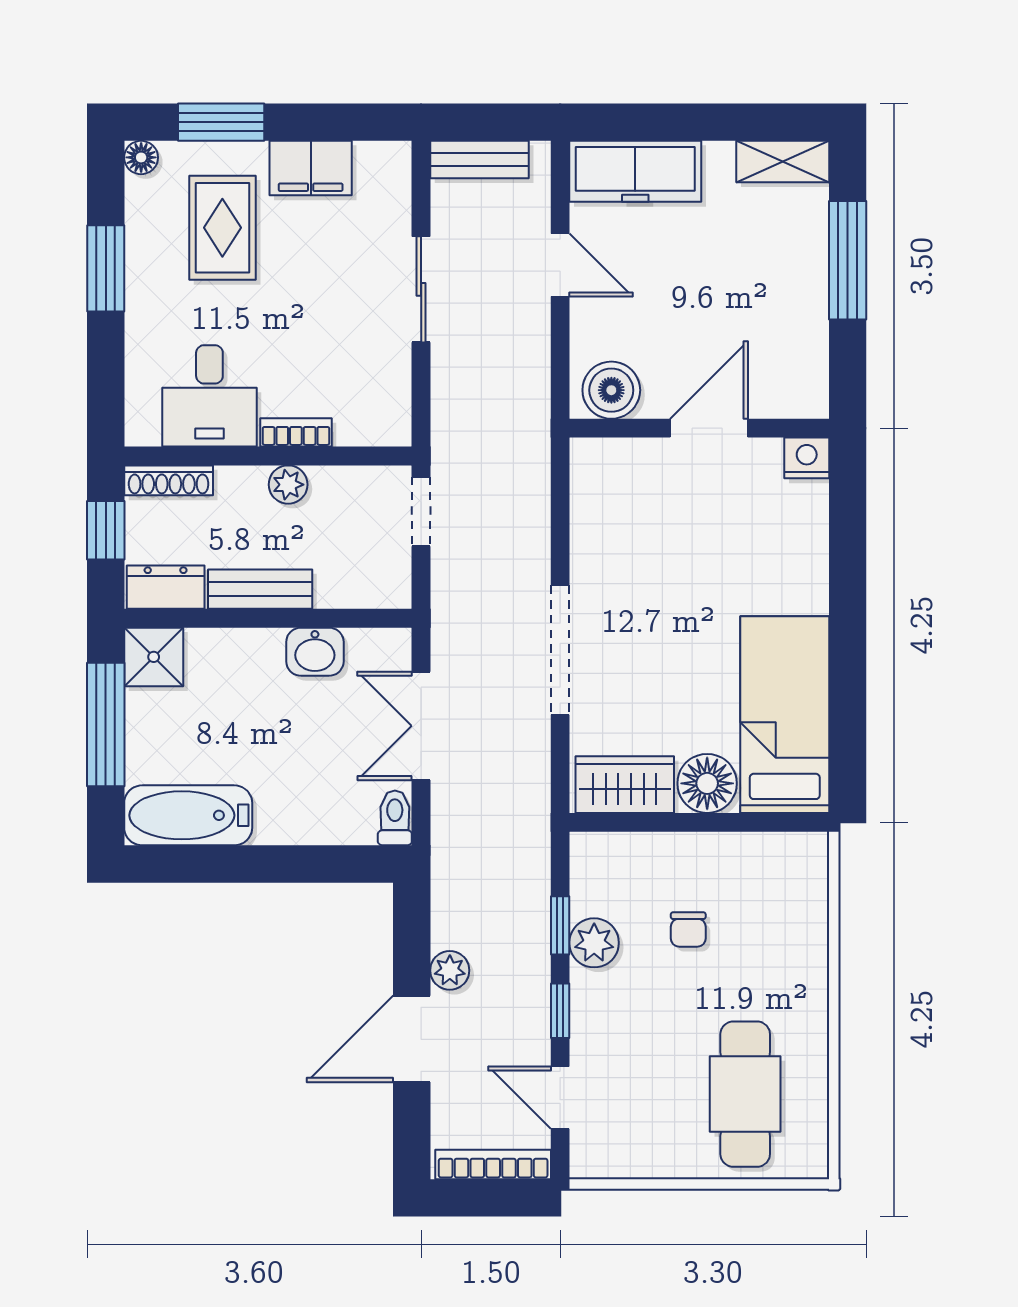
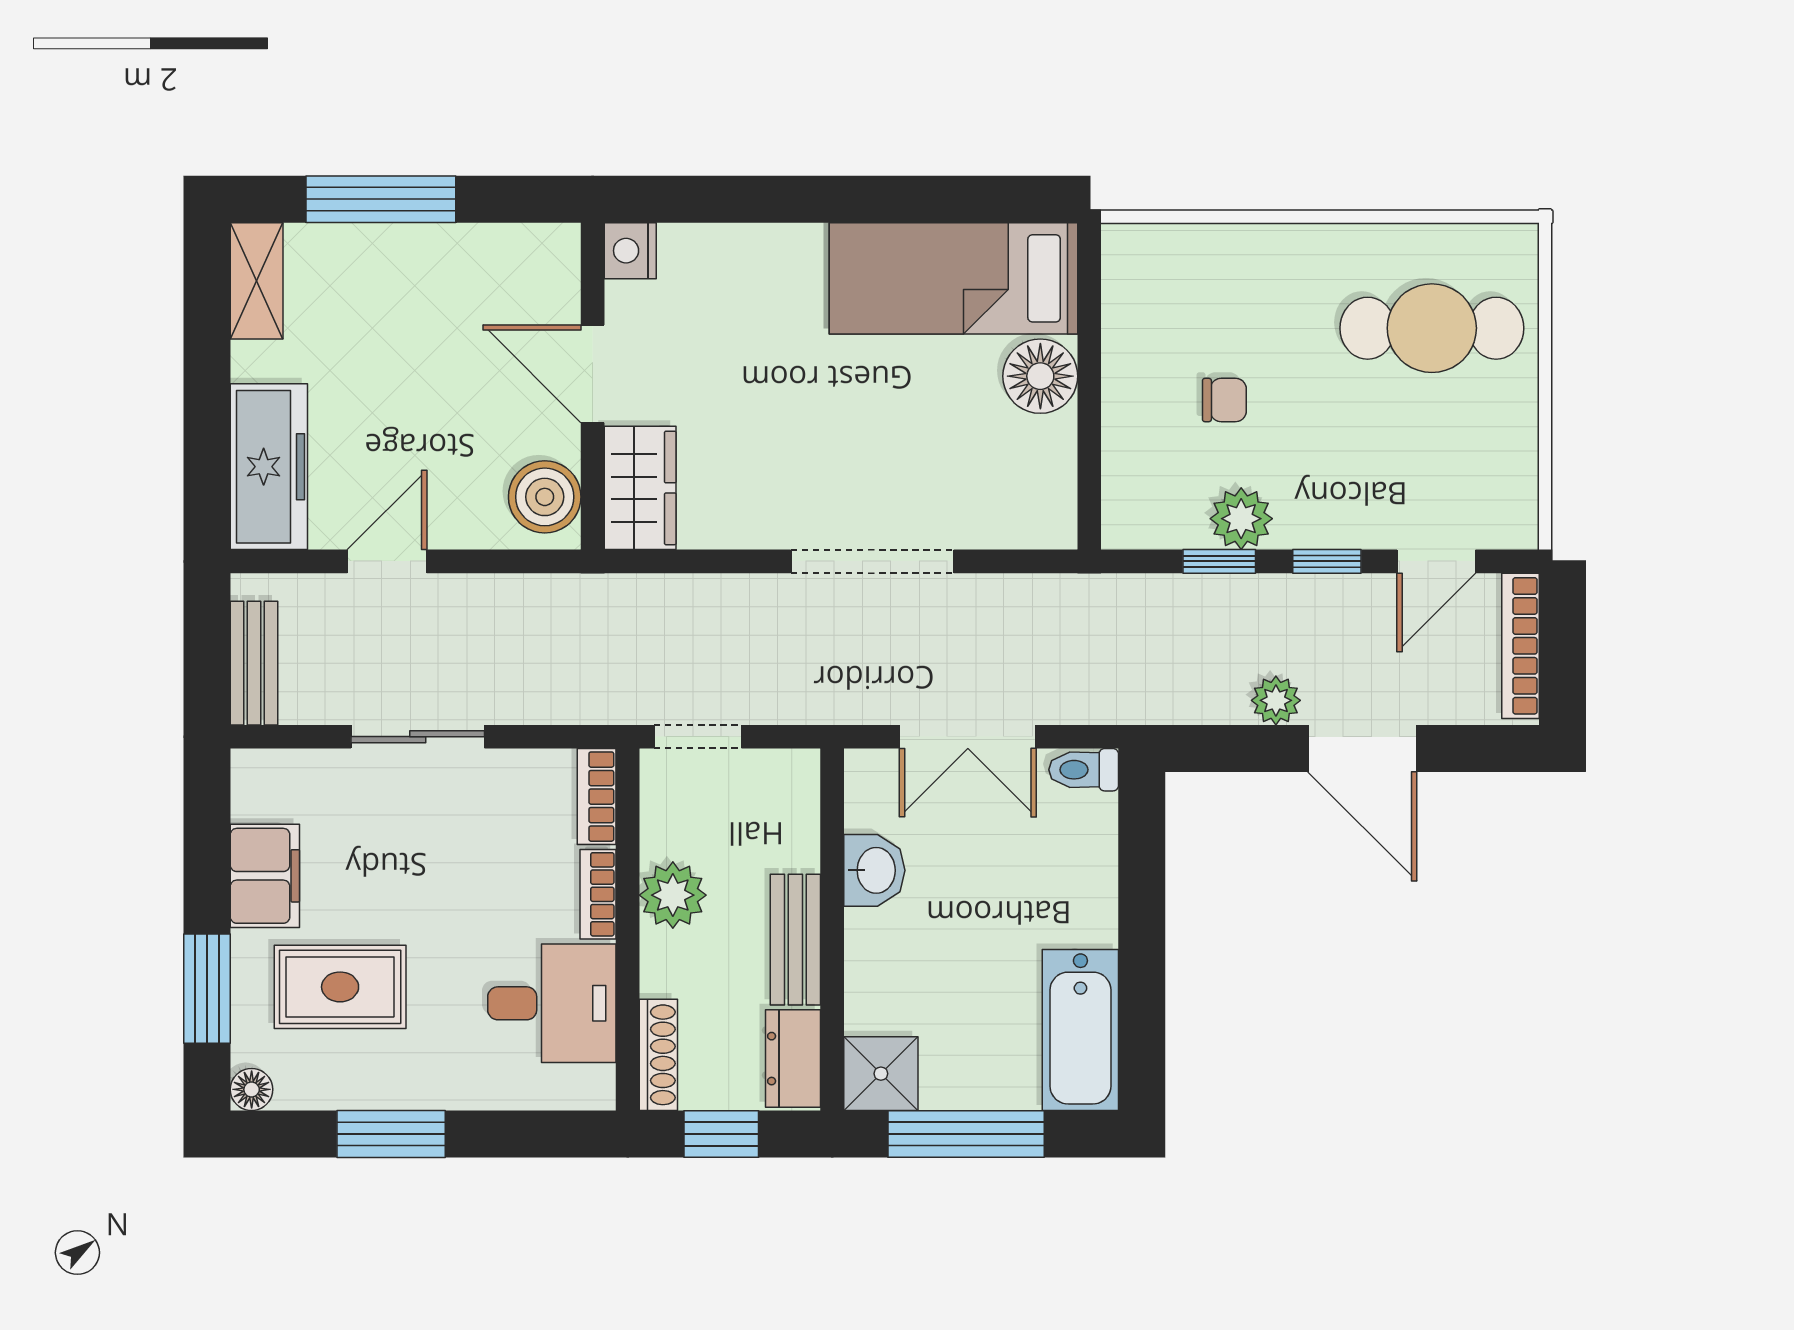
bookcase: (374, 431) -> (597, 797), added
plant: (288, 485) -> (673, 895), width x1.38, depth x1.38
wardrobe: (625, 785) -> (640, 488), moved, turned 180

